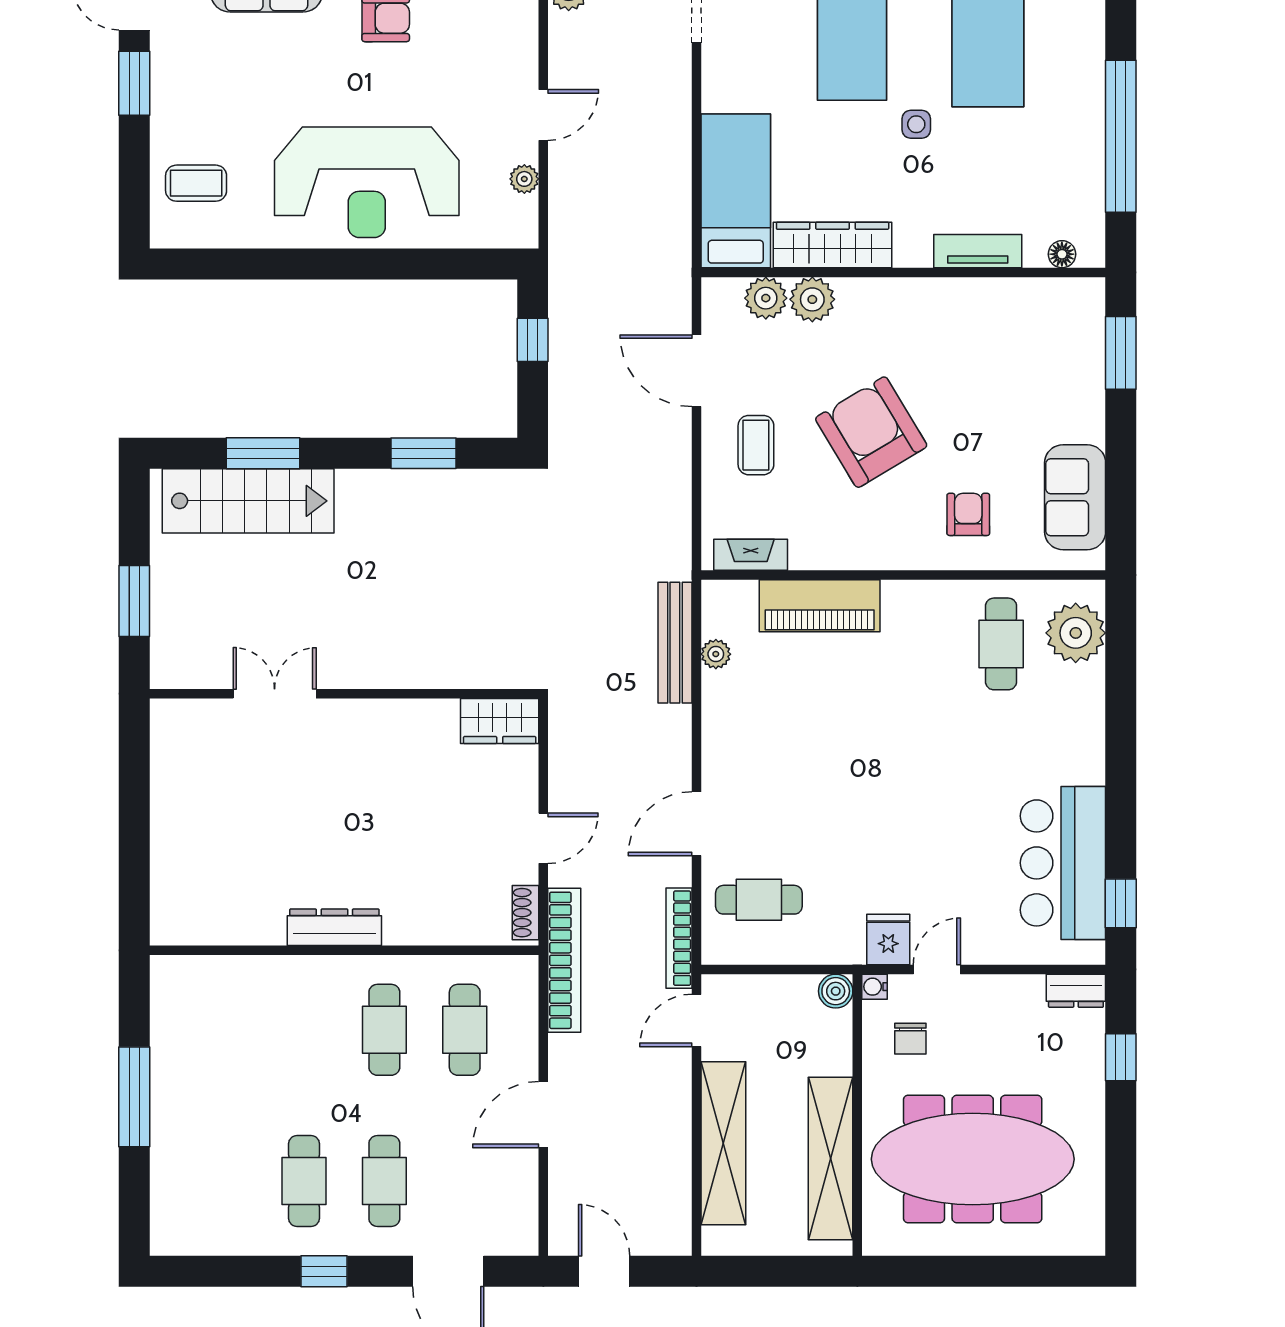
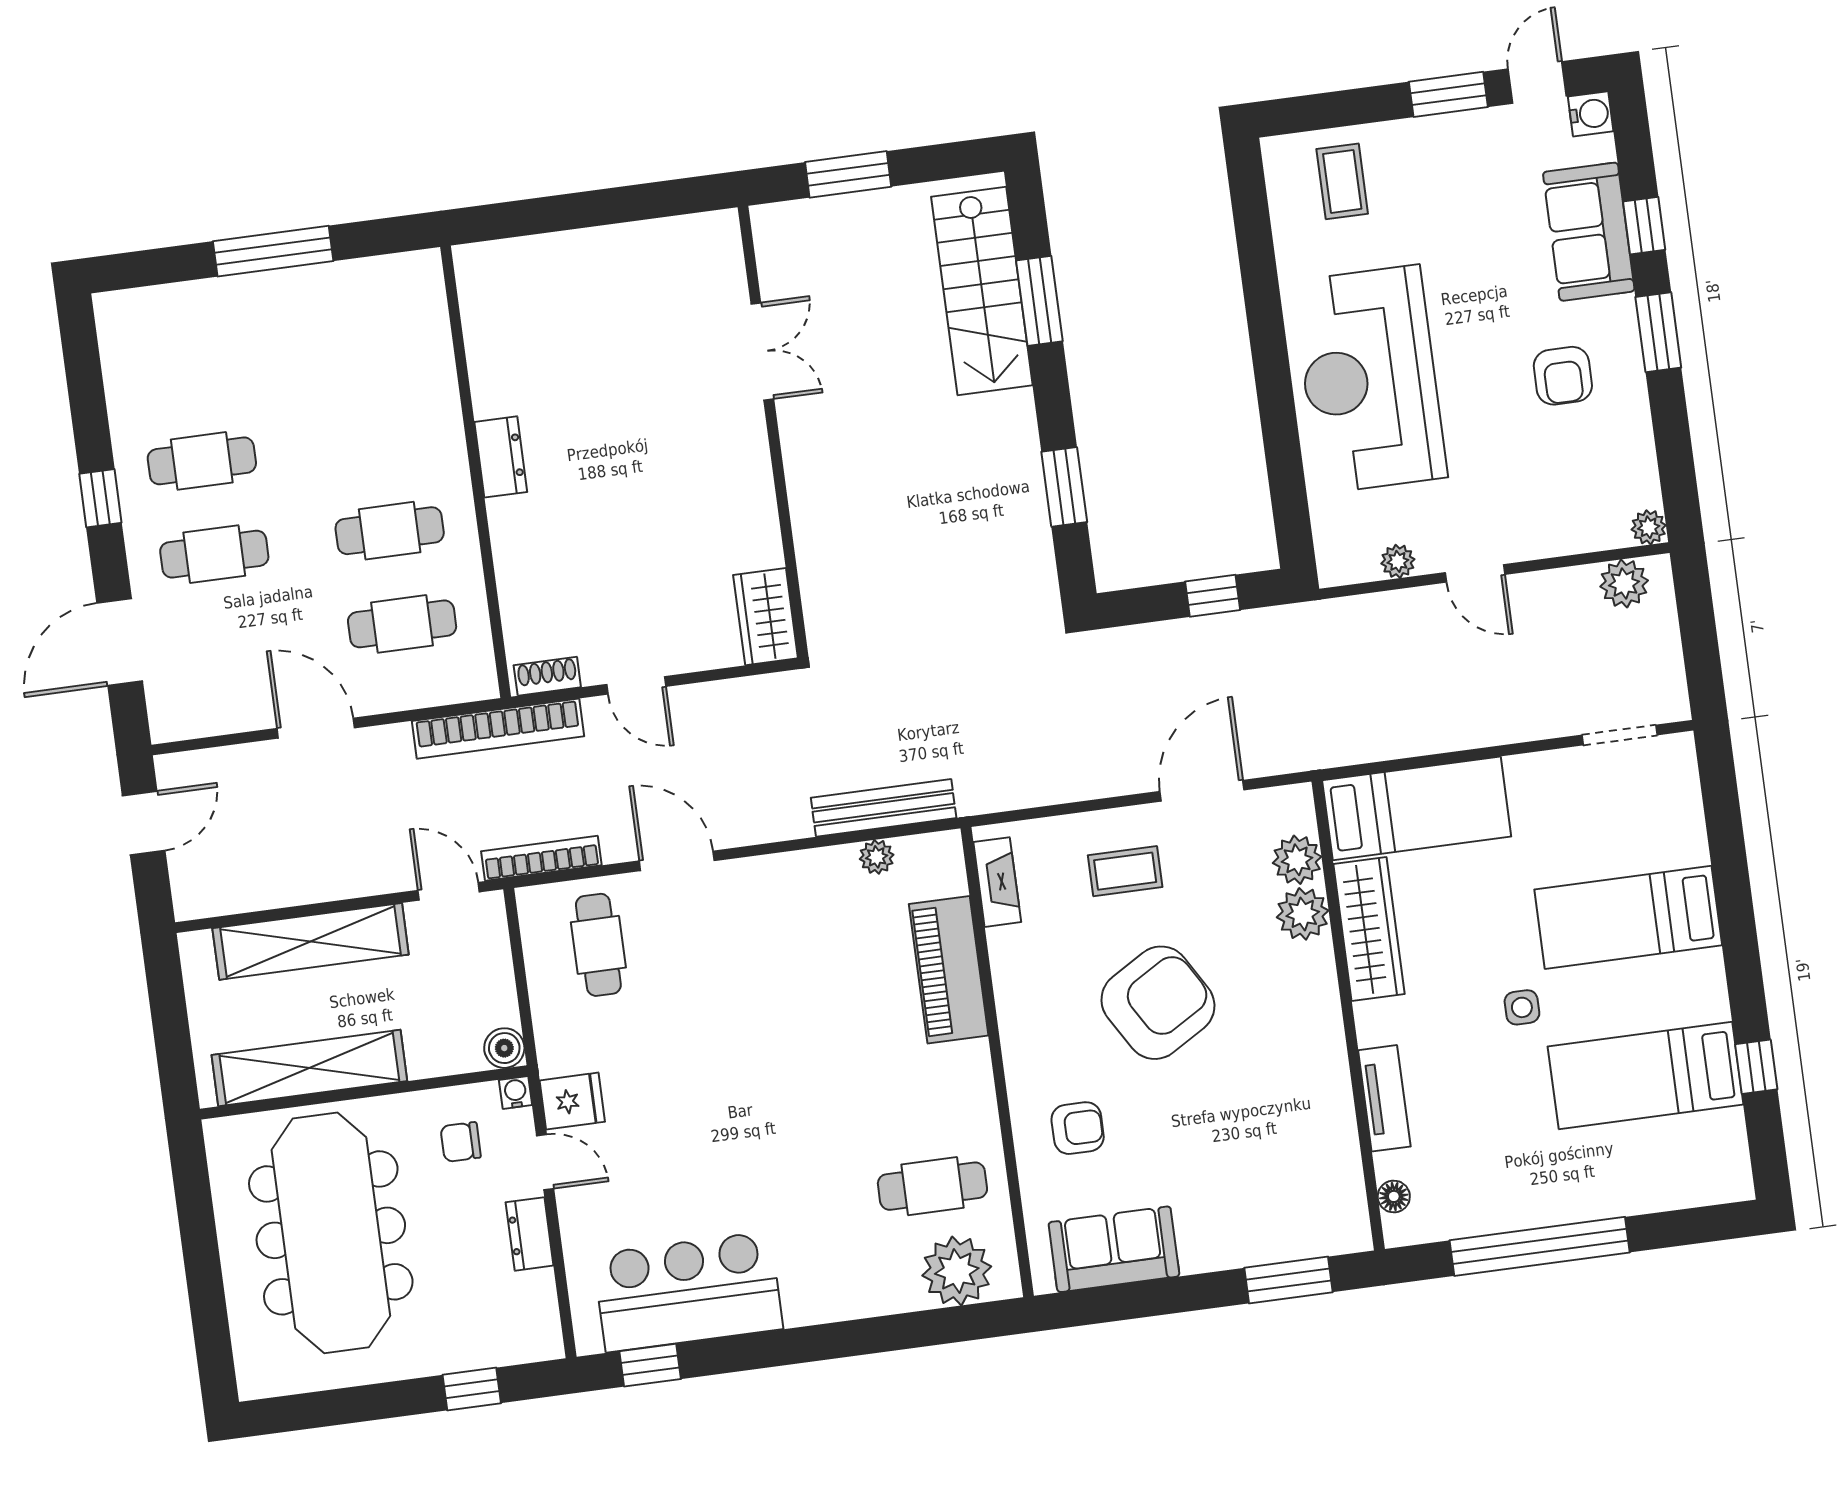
dresser: (334, 927) -> (501, 457), width x0.70
dresser: (1076, 991) -> (530, 1234), moved

